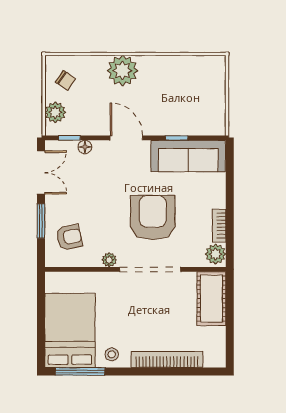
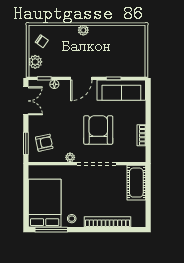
plant: (122, 71) -> (83, 30), width x0.53, depth x0.53
door: (126, 138) -> (81, 78), swing flipped
window: (41, 221) -> (26, 143), moved
plant: (215, 254) -> (139, 154), removed

